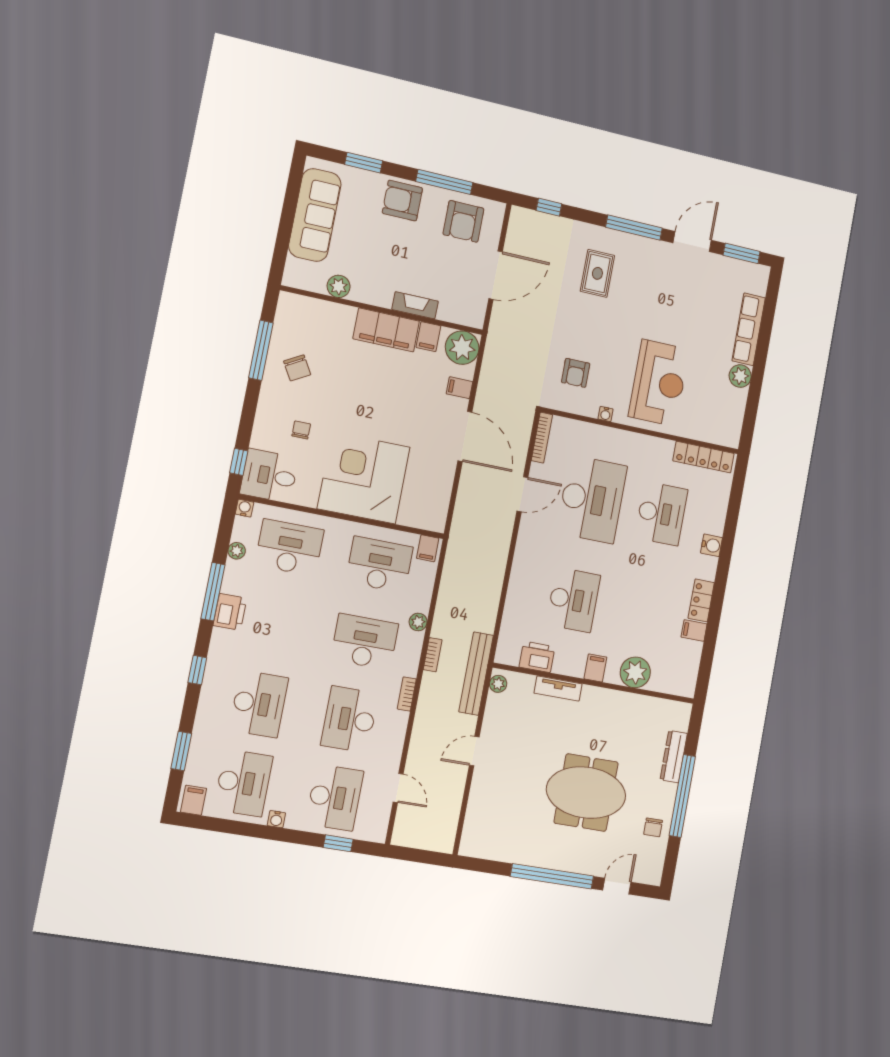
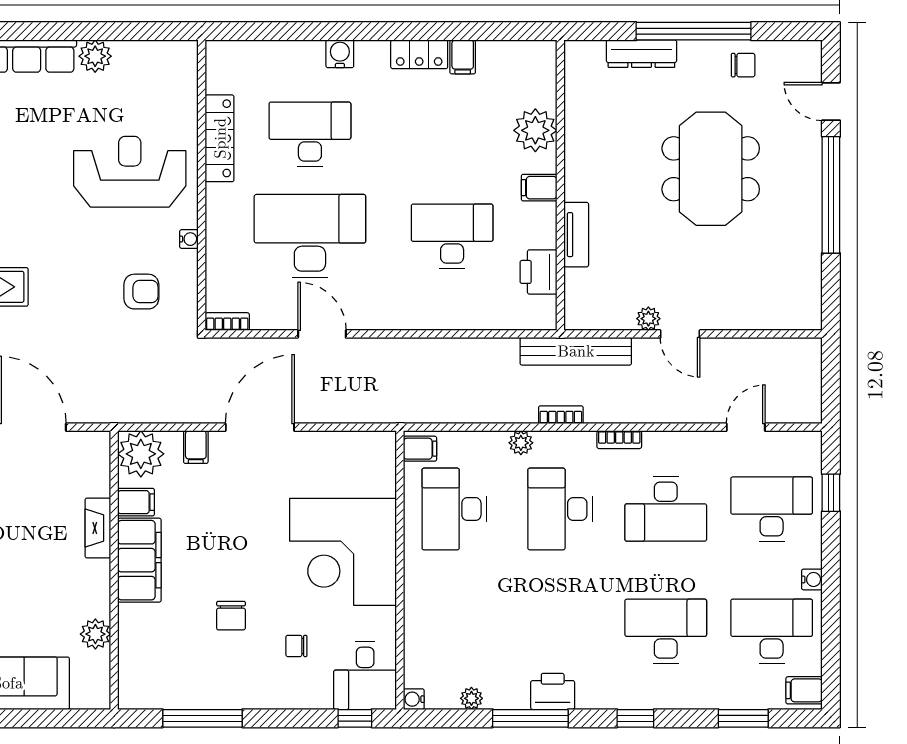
chair: (297, 368) -> (231, 616), moved, turned 120
bookcase: (542, 438) -> (227, 322), width x0.64
locker: (703, 457) -> (220, 138), moved
desk: (289, 547) -> (454, 631), removed
plant: (498, 684) -> (648, 319), moved

